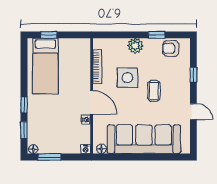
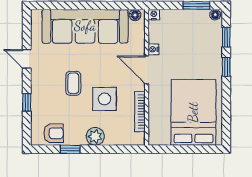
window: (49, 35) -> (197, 149), removed
bed: (45, 66) -> (193, 112), width x1.50

